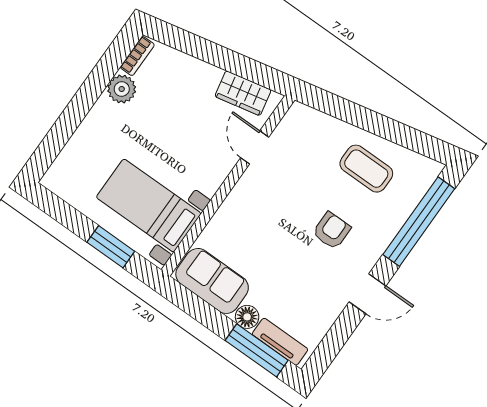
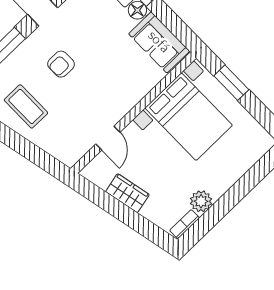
wardrobe: (243, 93) -> (127, 193), moved
bed with nightstands: (149, 205) -> (189, 117), width x1.36

